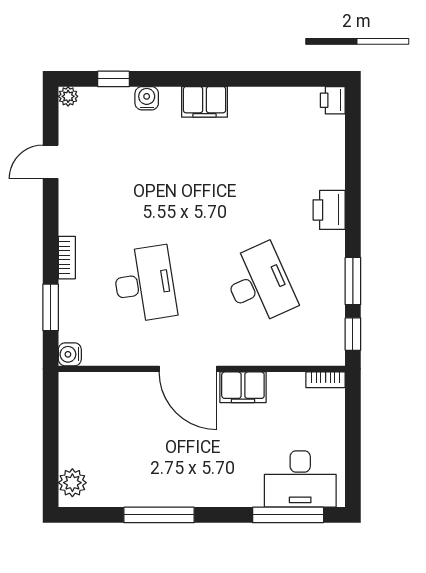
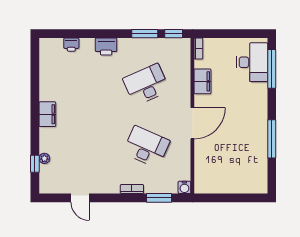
plant: (68, 96) -> (44, 158), moved
water cooler: (147, 98) -> (45, 146), removed
printer: (333, 100) -> (71, 45), moved
desk: (144, 284) -> (146, 147), turned 33
filing cabinet: (243, 387) -> (202, 81), moved
plant: (72, 483) -> (254, 186), removed

